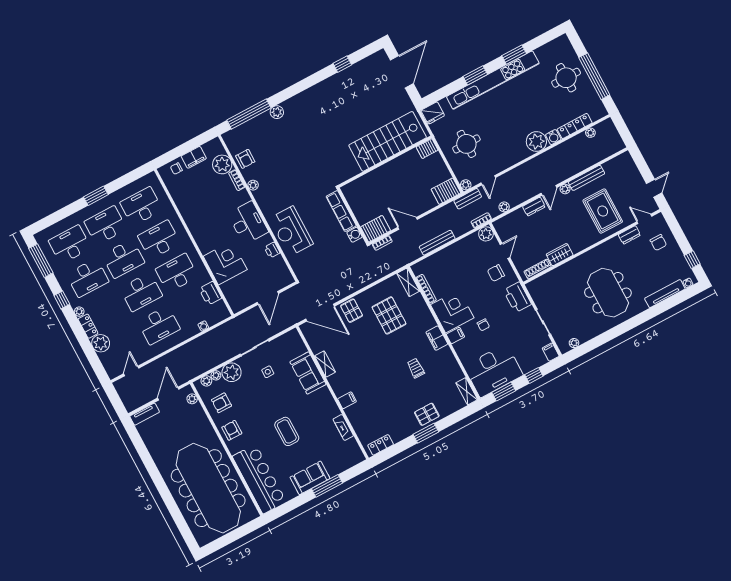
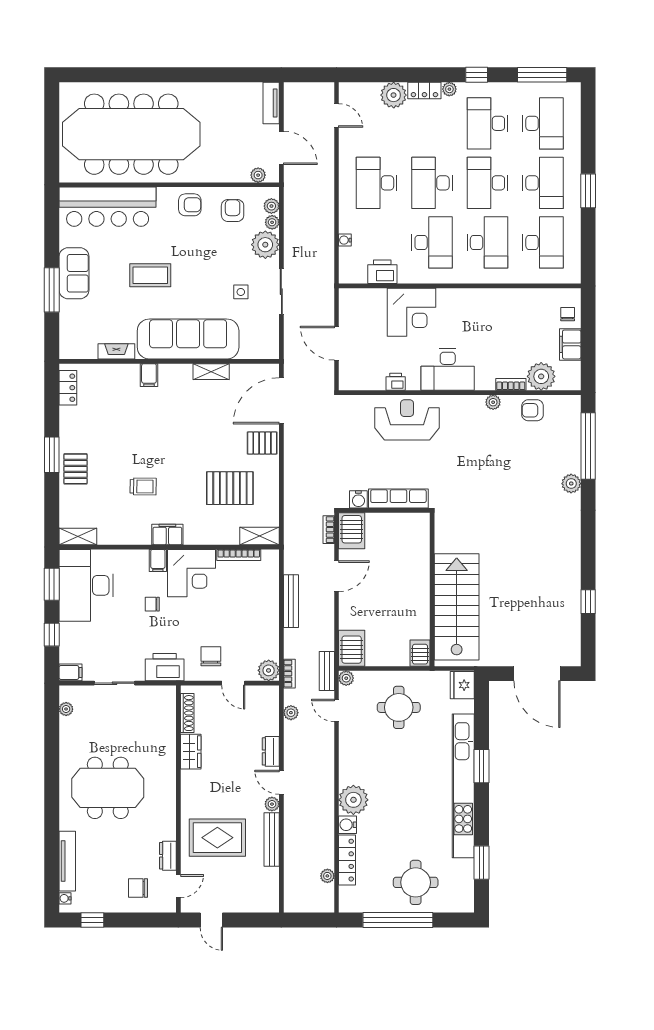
window: (514, 55) -> (481, 863), moved
sofa: (308, 373) -> (188, 339), width x1.85, depth x1.27

